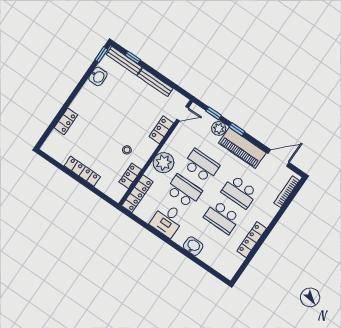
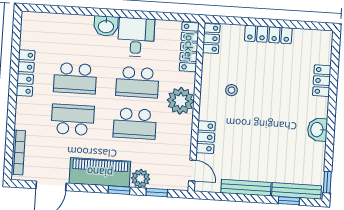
washbasin: (98, 76) -> (317, 130), moved
door: (183, 114) -> (192, 170), swing flipped
locker: (130, 176) -> (211, 38), moved
school desk: (222, 217) -> (75, 78), turned 180
washbasin: (193, 246) -> (106, 26), moved

